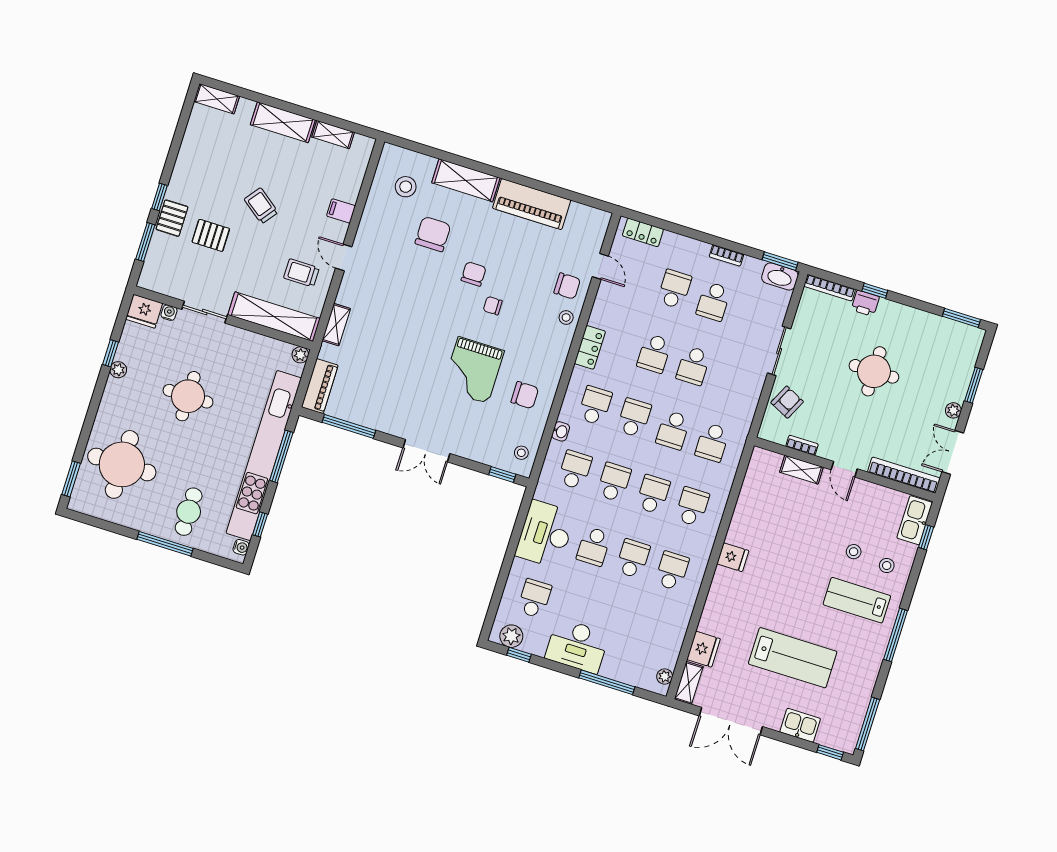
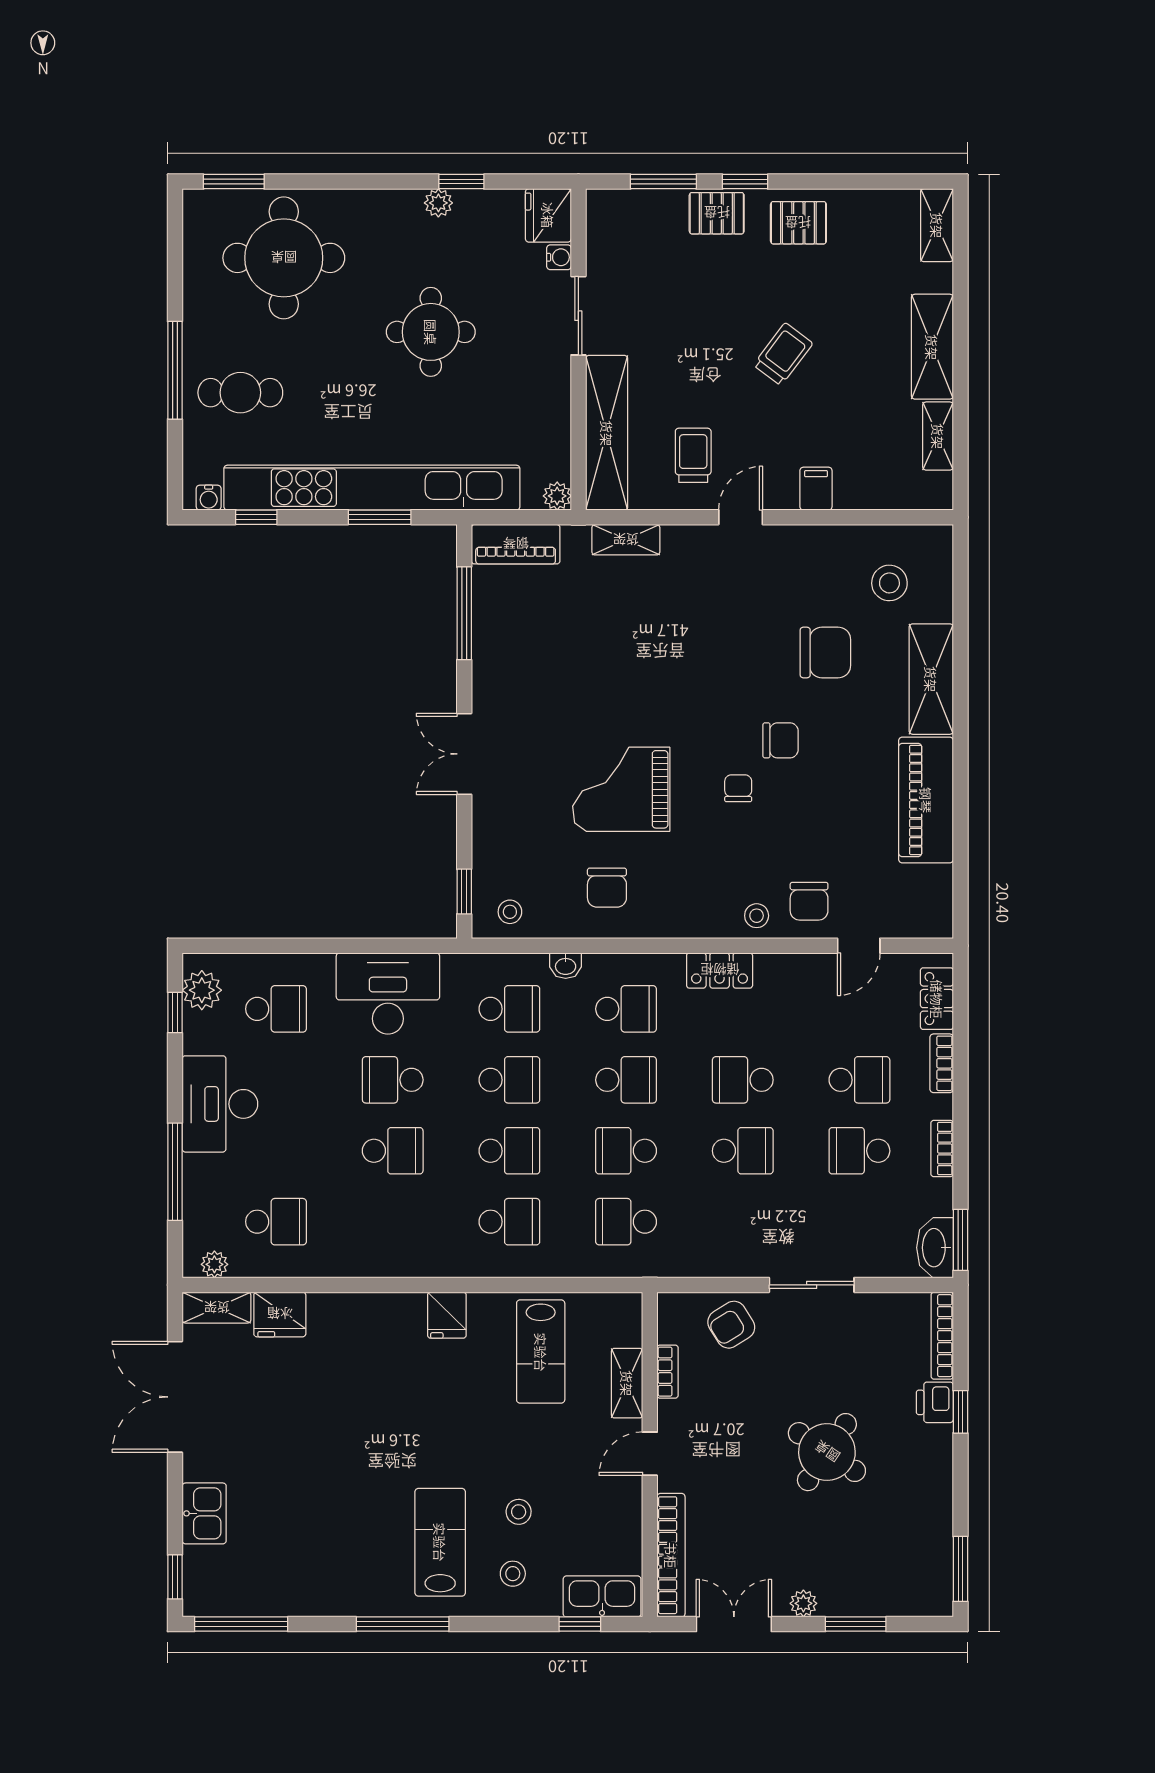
pallet: (211, 235) -> (798, 223), moved, turned 90
bookcase: (679, 241) -> (942, 1063), added
school desk: (693, 366) -> (743, 1151), turned 180
round table: (874, 371) -> (827, 1452), turned 34
armchair: (787, 402) -> (731, 1325), turned 122
window: (281, 456) -> (380, 517), width x0.69
school desk: (672, 571) -> (276, 1222), moved
lab bench: (793, 658) -> (541, 1352), moved, width x0.73, depth x0.72

